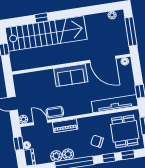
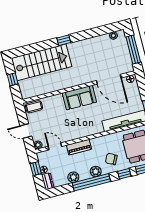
window: (41, 18) -> (64, 40), moved
stairs: (46, 33) -> (42, 62), width x0.73
coffee table: (55, 112) -> (34, 107), moved
plant: (68, 154) -> (96, 171), moved

